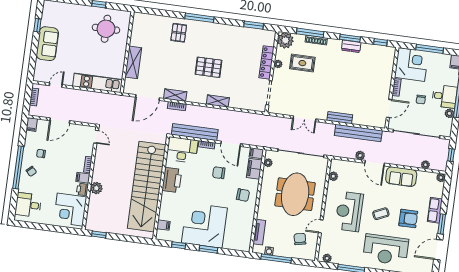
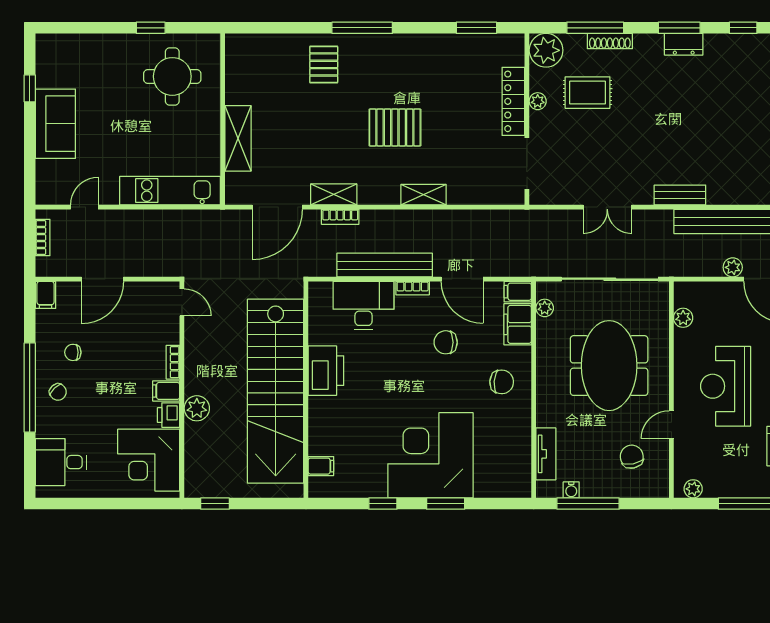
printer: (172, 180) -> (326, 371), moved
stairs: (147, 187) -> (276, 391), moved
wall: (161, 188) -> (306, 390), moved
filing cabinet: (163, 225) -> (321, 466), moved

